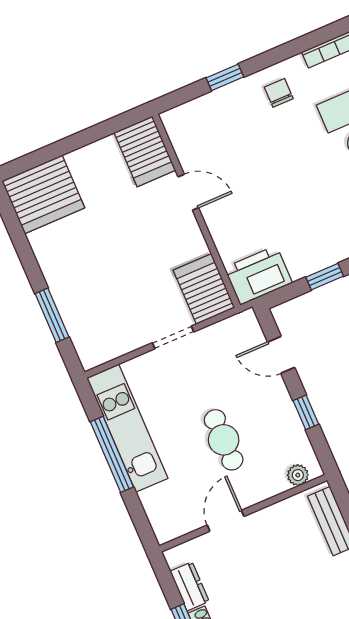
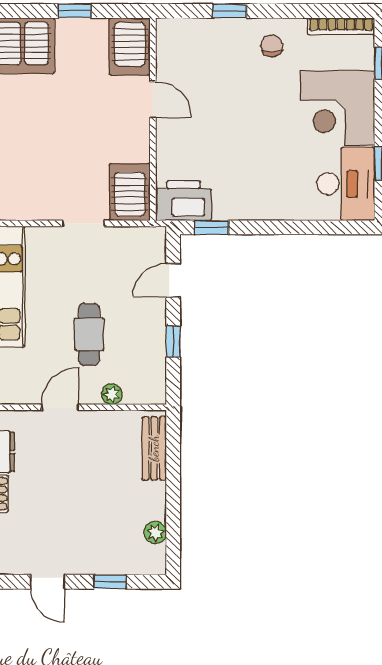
window: (78, 140) -> (75, 11), added
window: (325, 277) -> (212, 227), moved
door: (281, 355) -> (173, 280), hinge flipped
plant: (298, 475) -> (112, 394), moved

